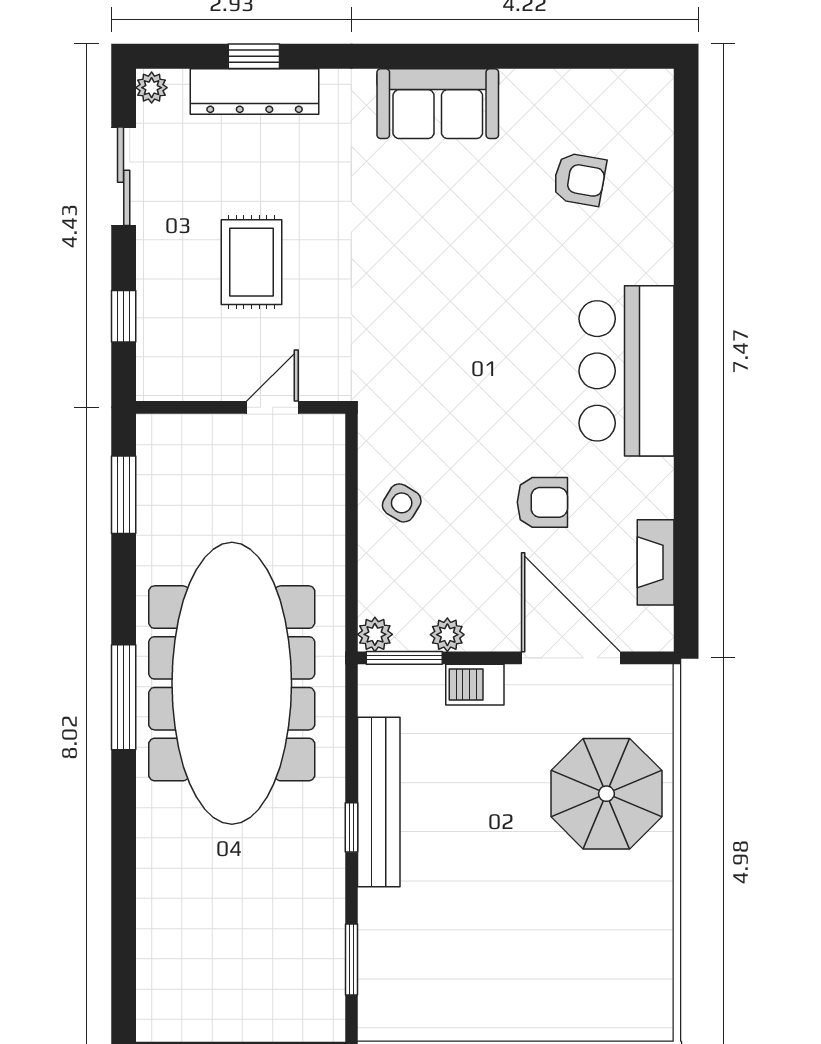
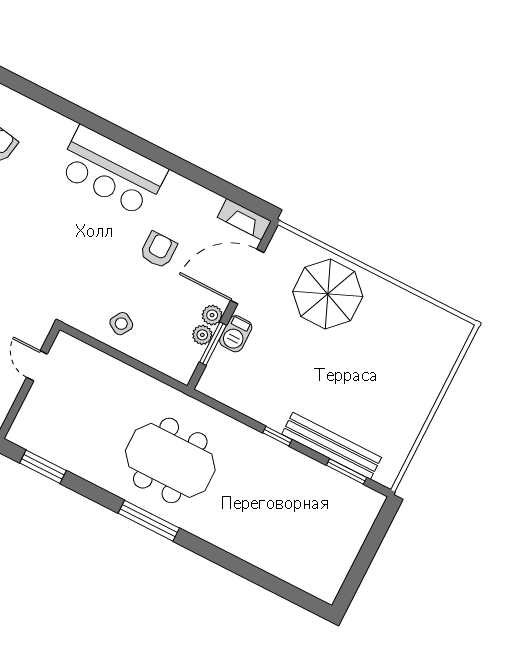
fireplace: (656, 562) -> (244, 219), moved
plant: (375, 634) -> (212, 315), moved
window: (404, 658) -> (213, 344), moved
meeting table: (232, 683) -> (170, 460), width x0.54, depth x0.79
bench: (379, 802) -> (332, 446), moved

